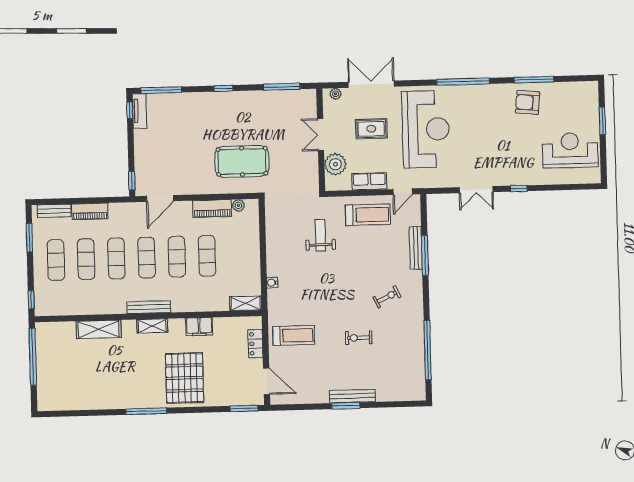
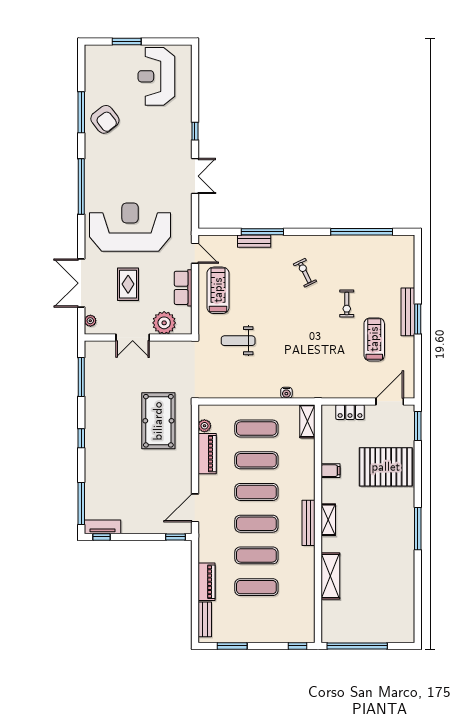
armchair: (528, 102) -> (105, 119), turned -44
door: (160, 198) -> (195, 508), swing flipped
bench: (416, 248) -> (254, 241), width x0.73
exercise mat: (56, 260) -> (256, 429), moved
filing cabinet: (199, 327) -> (330, 471), width x0.50
treadmill: (294, 335) -> (374, 339), moved
pallet: (185, 378) -> (386, 467), moved

